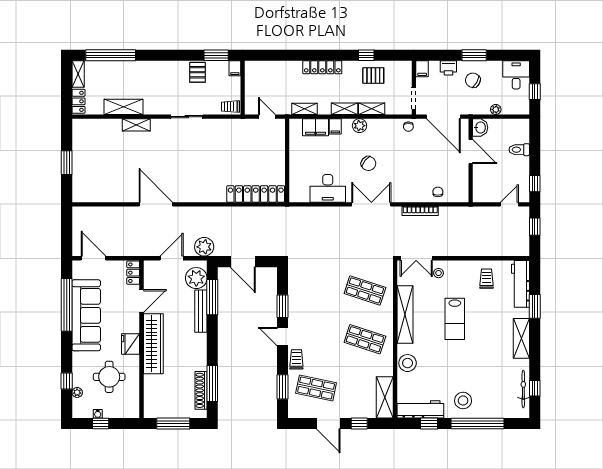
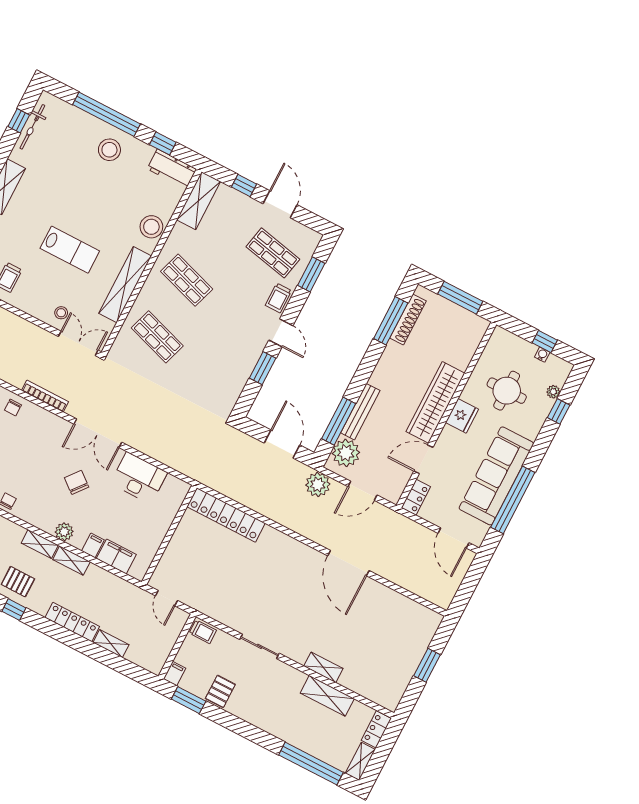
shelving: (304, 109) -> (111, 644), moved
lab bench: (455, 319) -> (70, 250), turned 90
workbench: (420, 409) -> (172, 169), width x0.73

